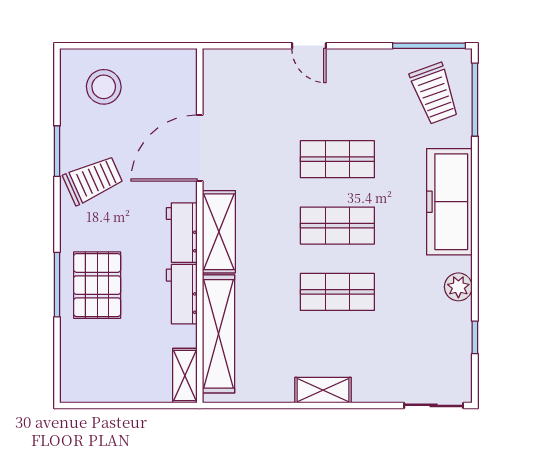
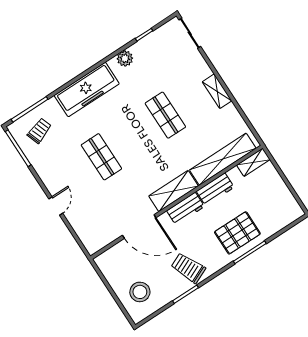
trolley: (434, 93) -> (39, 131), width x0.73, depth x0.72
shop shelf: (337, 226) -> (133, 136), removed

